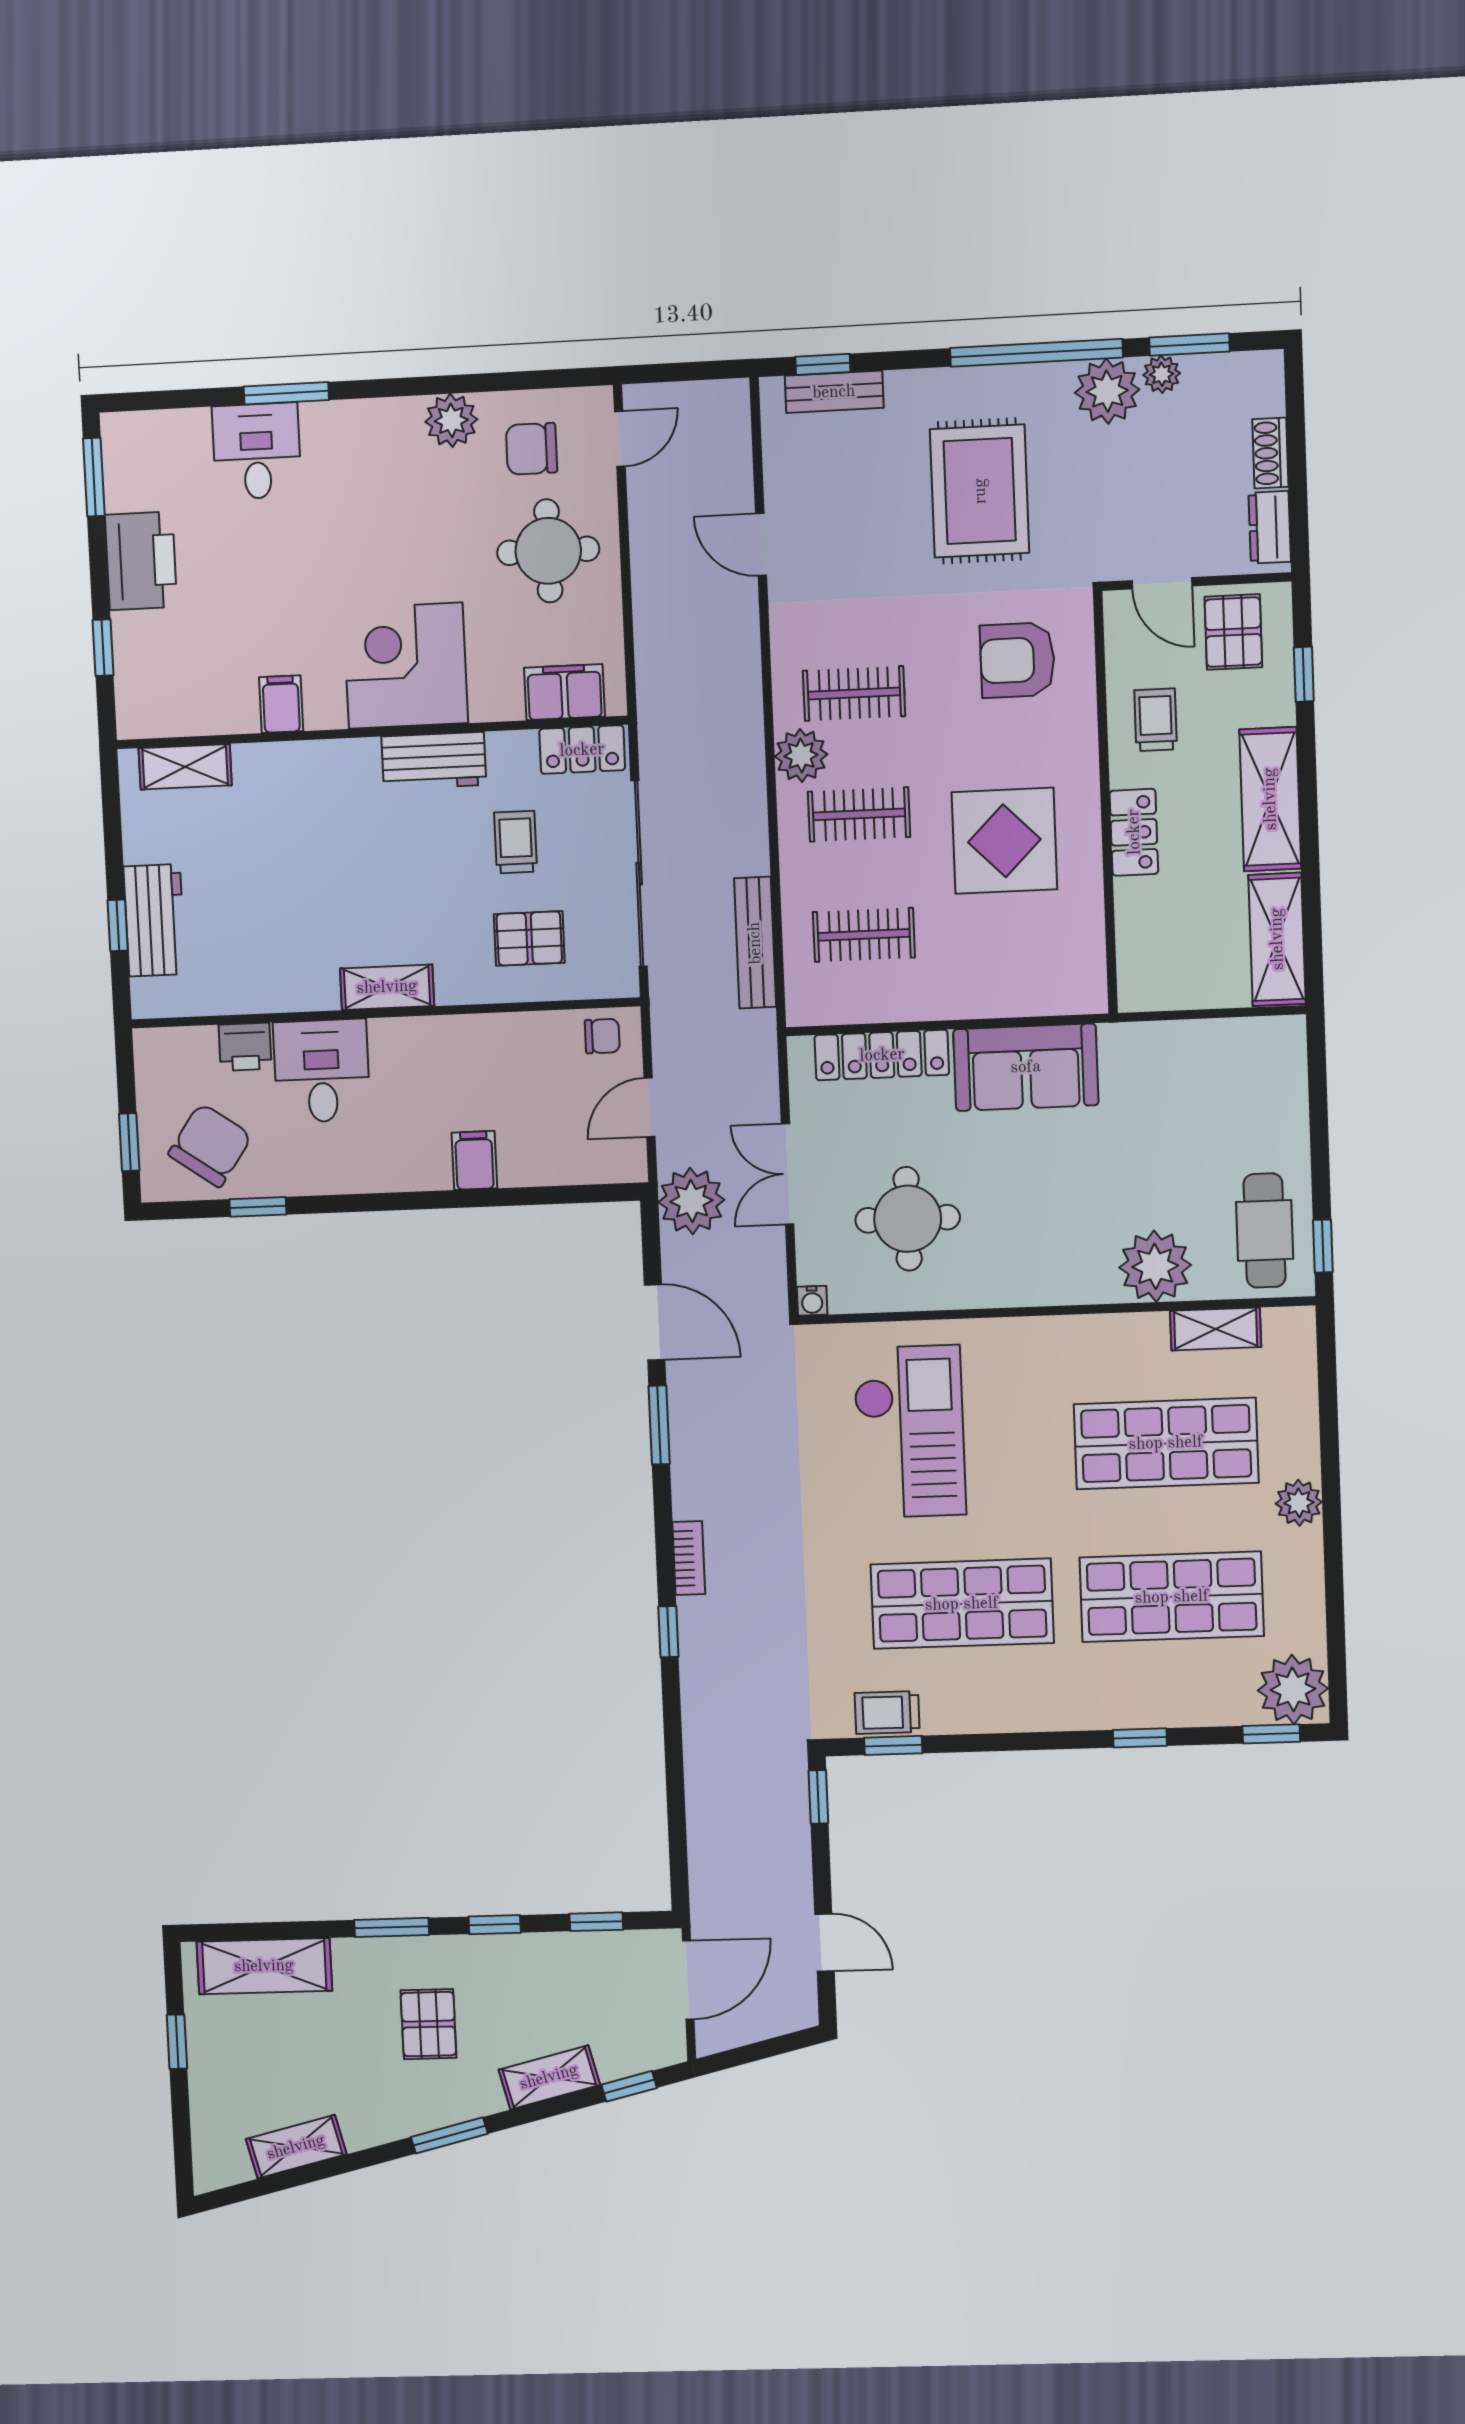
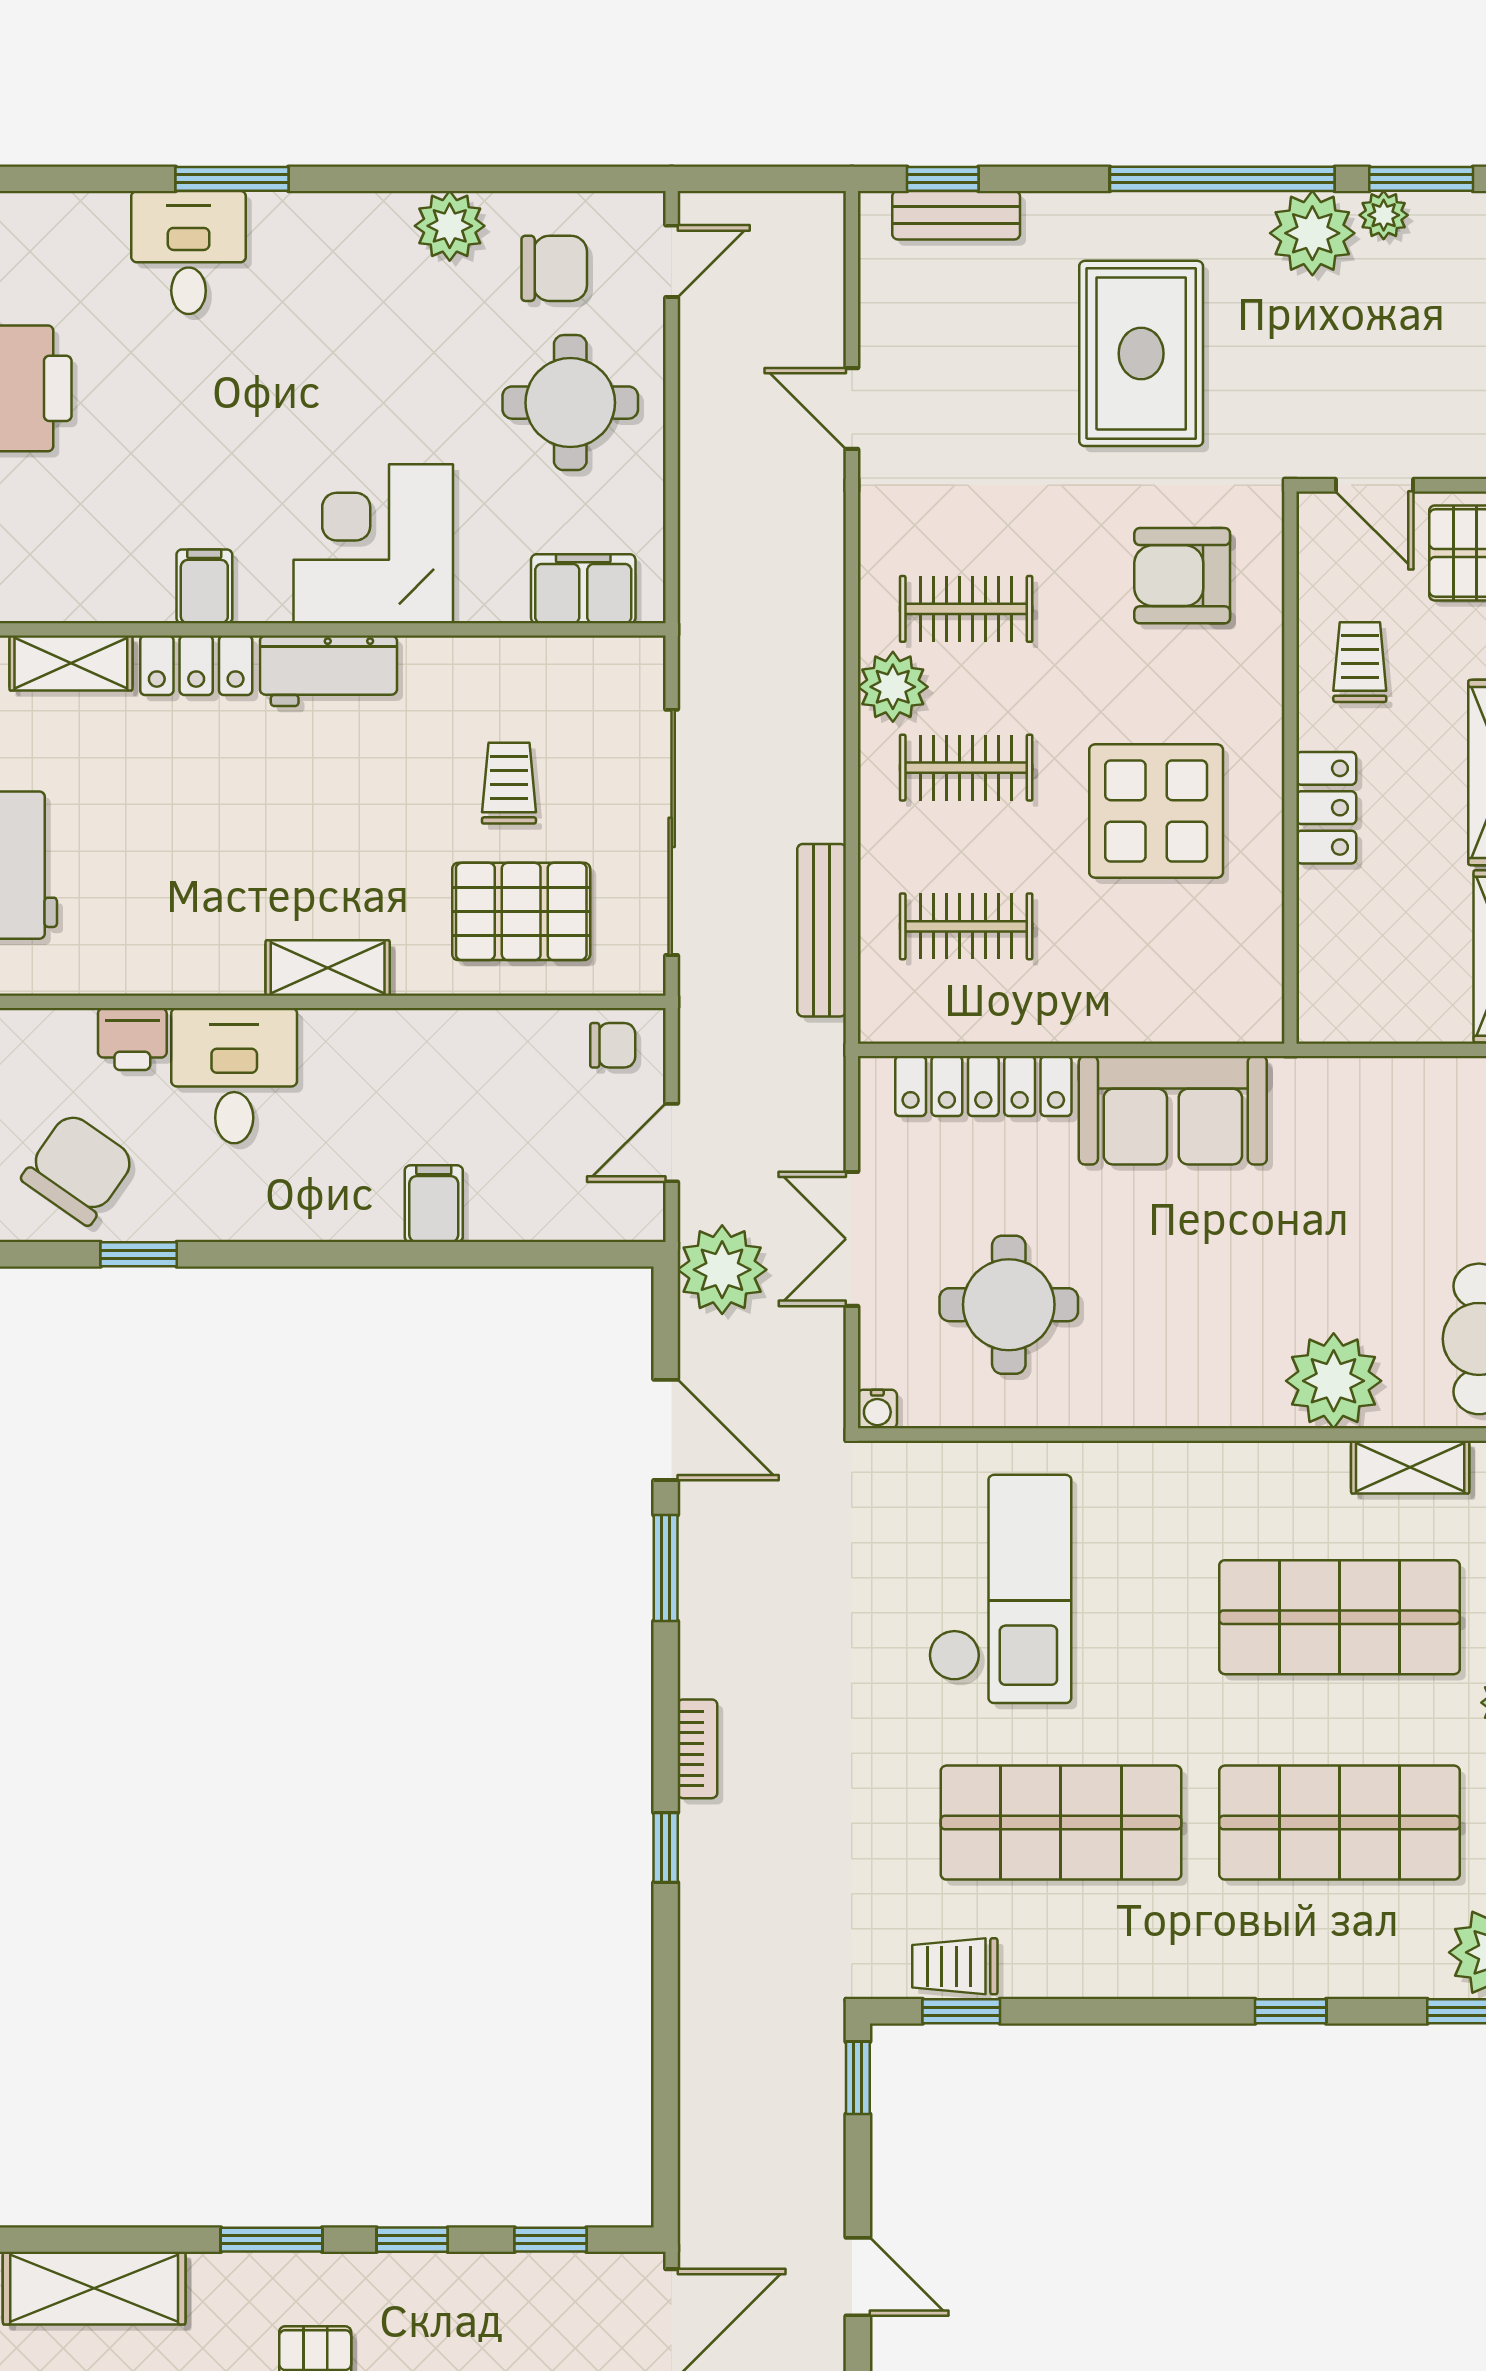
chair: (531, 449) -> (554, 268), turned 180
locker: (582, 750) -> (196, 665), moved
workbench: (434, 761) -> (328, 671), moved
pallet: (529, 938) -> (521, 911), width x1.50, depth x1.42

